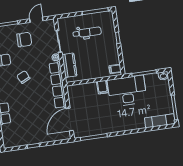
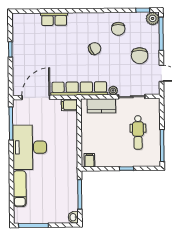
filing cabinet: (102, 87) -> (69, 105), moved
desk: (127, 91) -> (30, 147), moved, turned 180
door: (70, 120) -> (36, 97), hinge flipped
exam couch: (160, 121) -> (20, 189), moved

